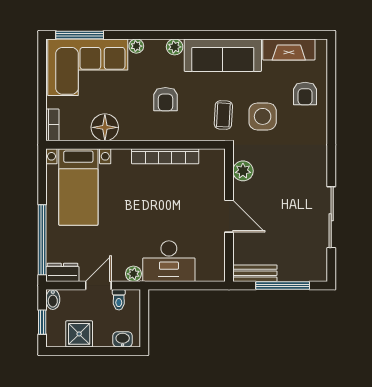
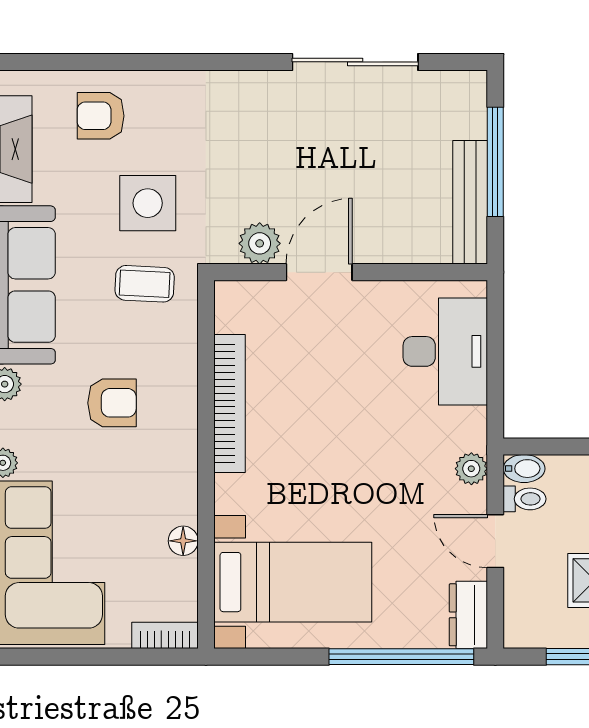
armchair: (305, 94) -> (101, 116), turned 180
floor lamp: (105, 127) -> (183, 541), width x0.53, depth x0.53
door: (229, 216) -> (319, 272), moved
desk: (169, 261) -> (445, 351), moved
bench: (255, 273) -> (470, 202), width x1.36
bidet: (53, 299) -> (524, 469), moved

